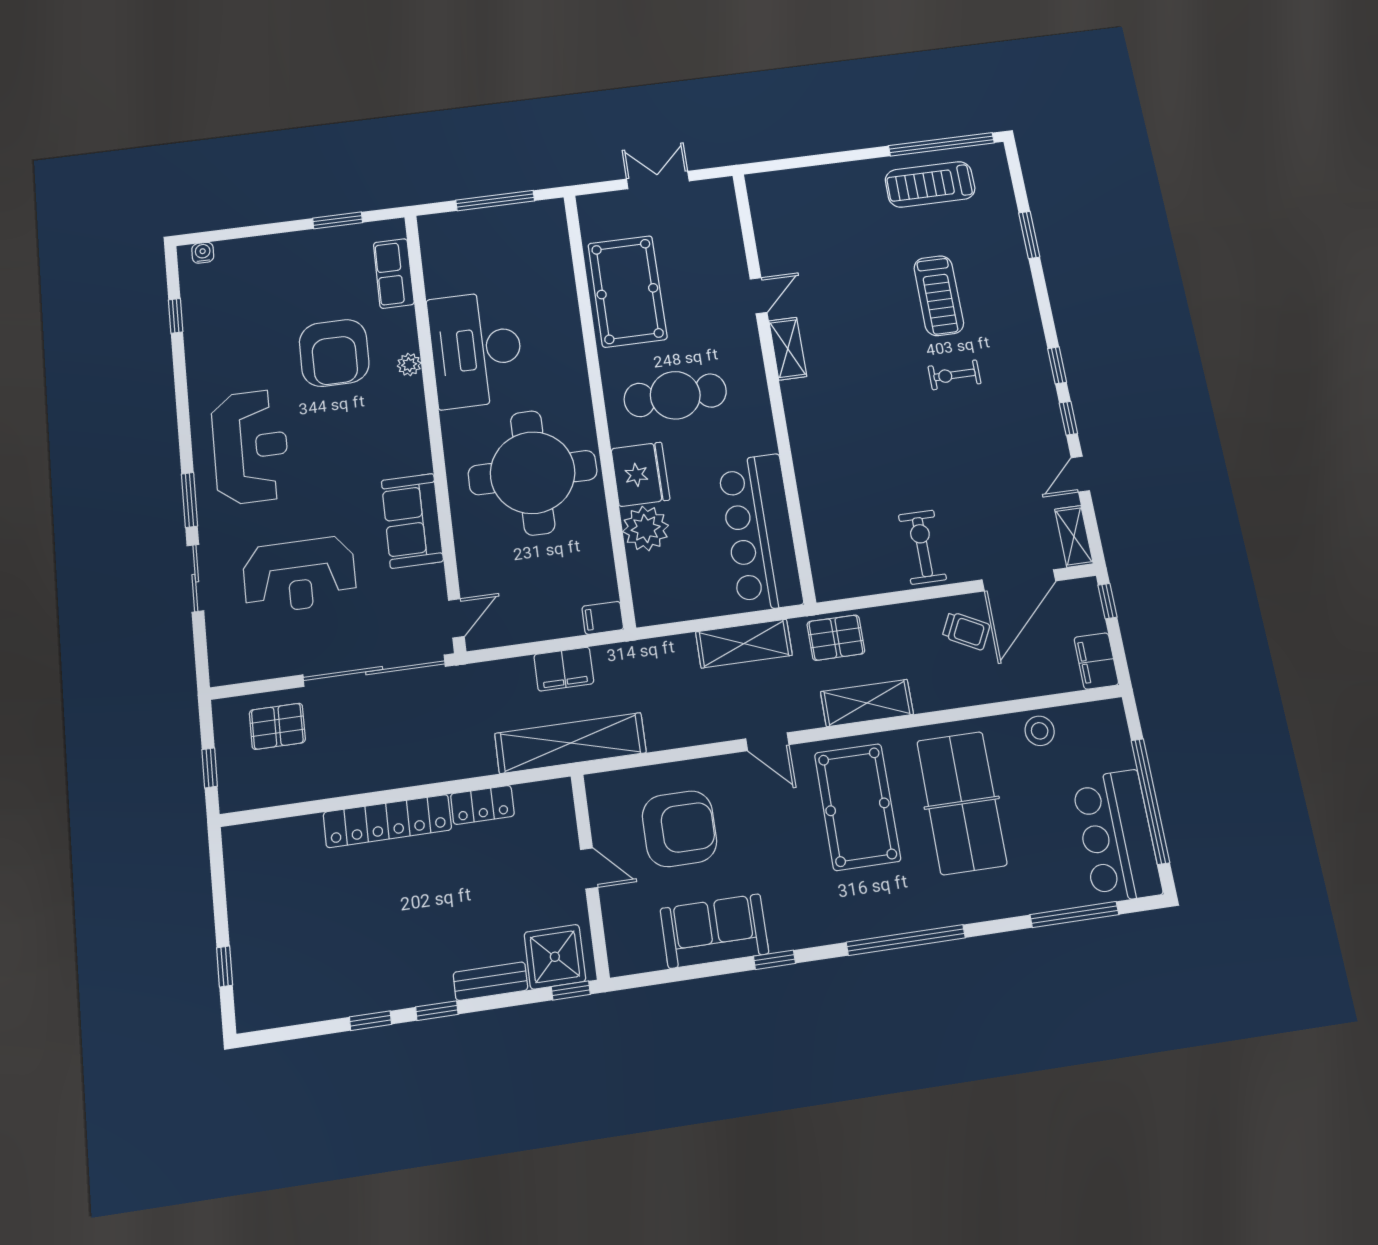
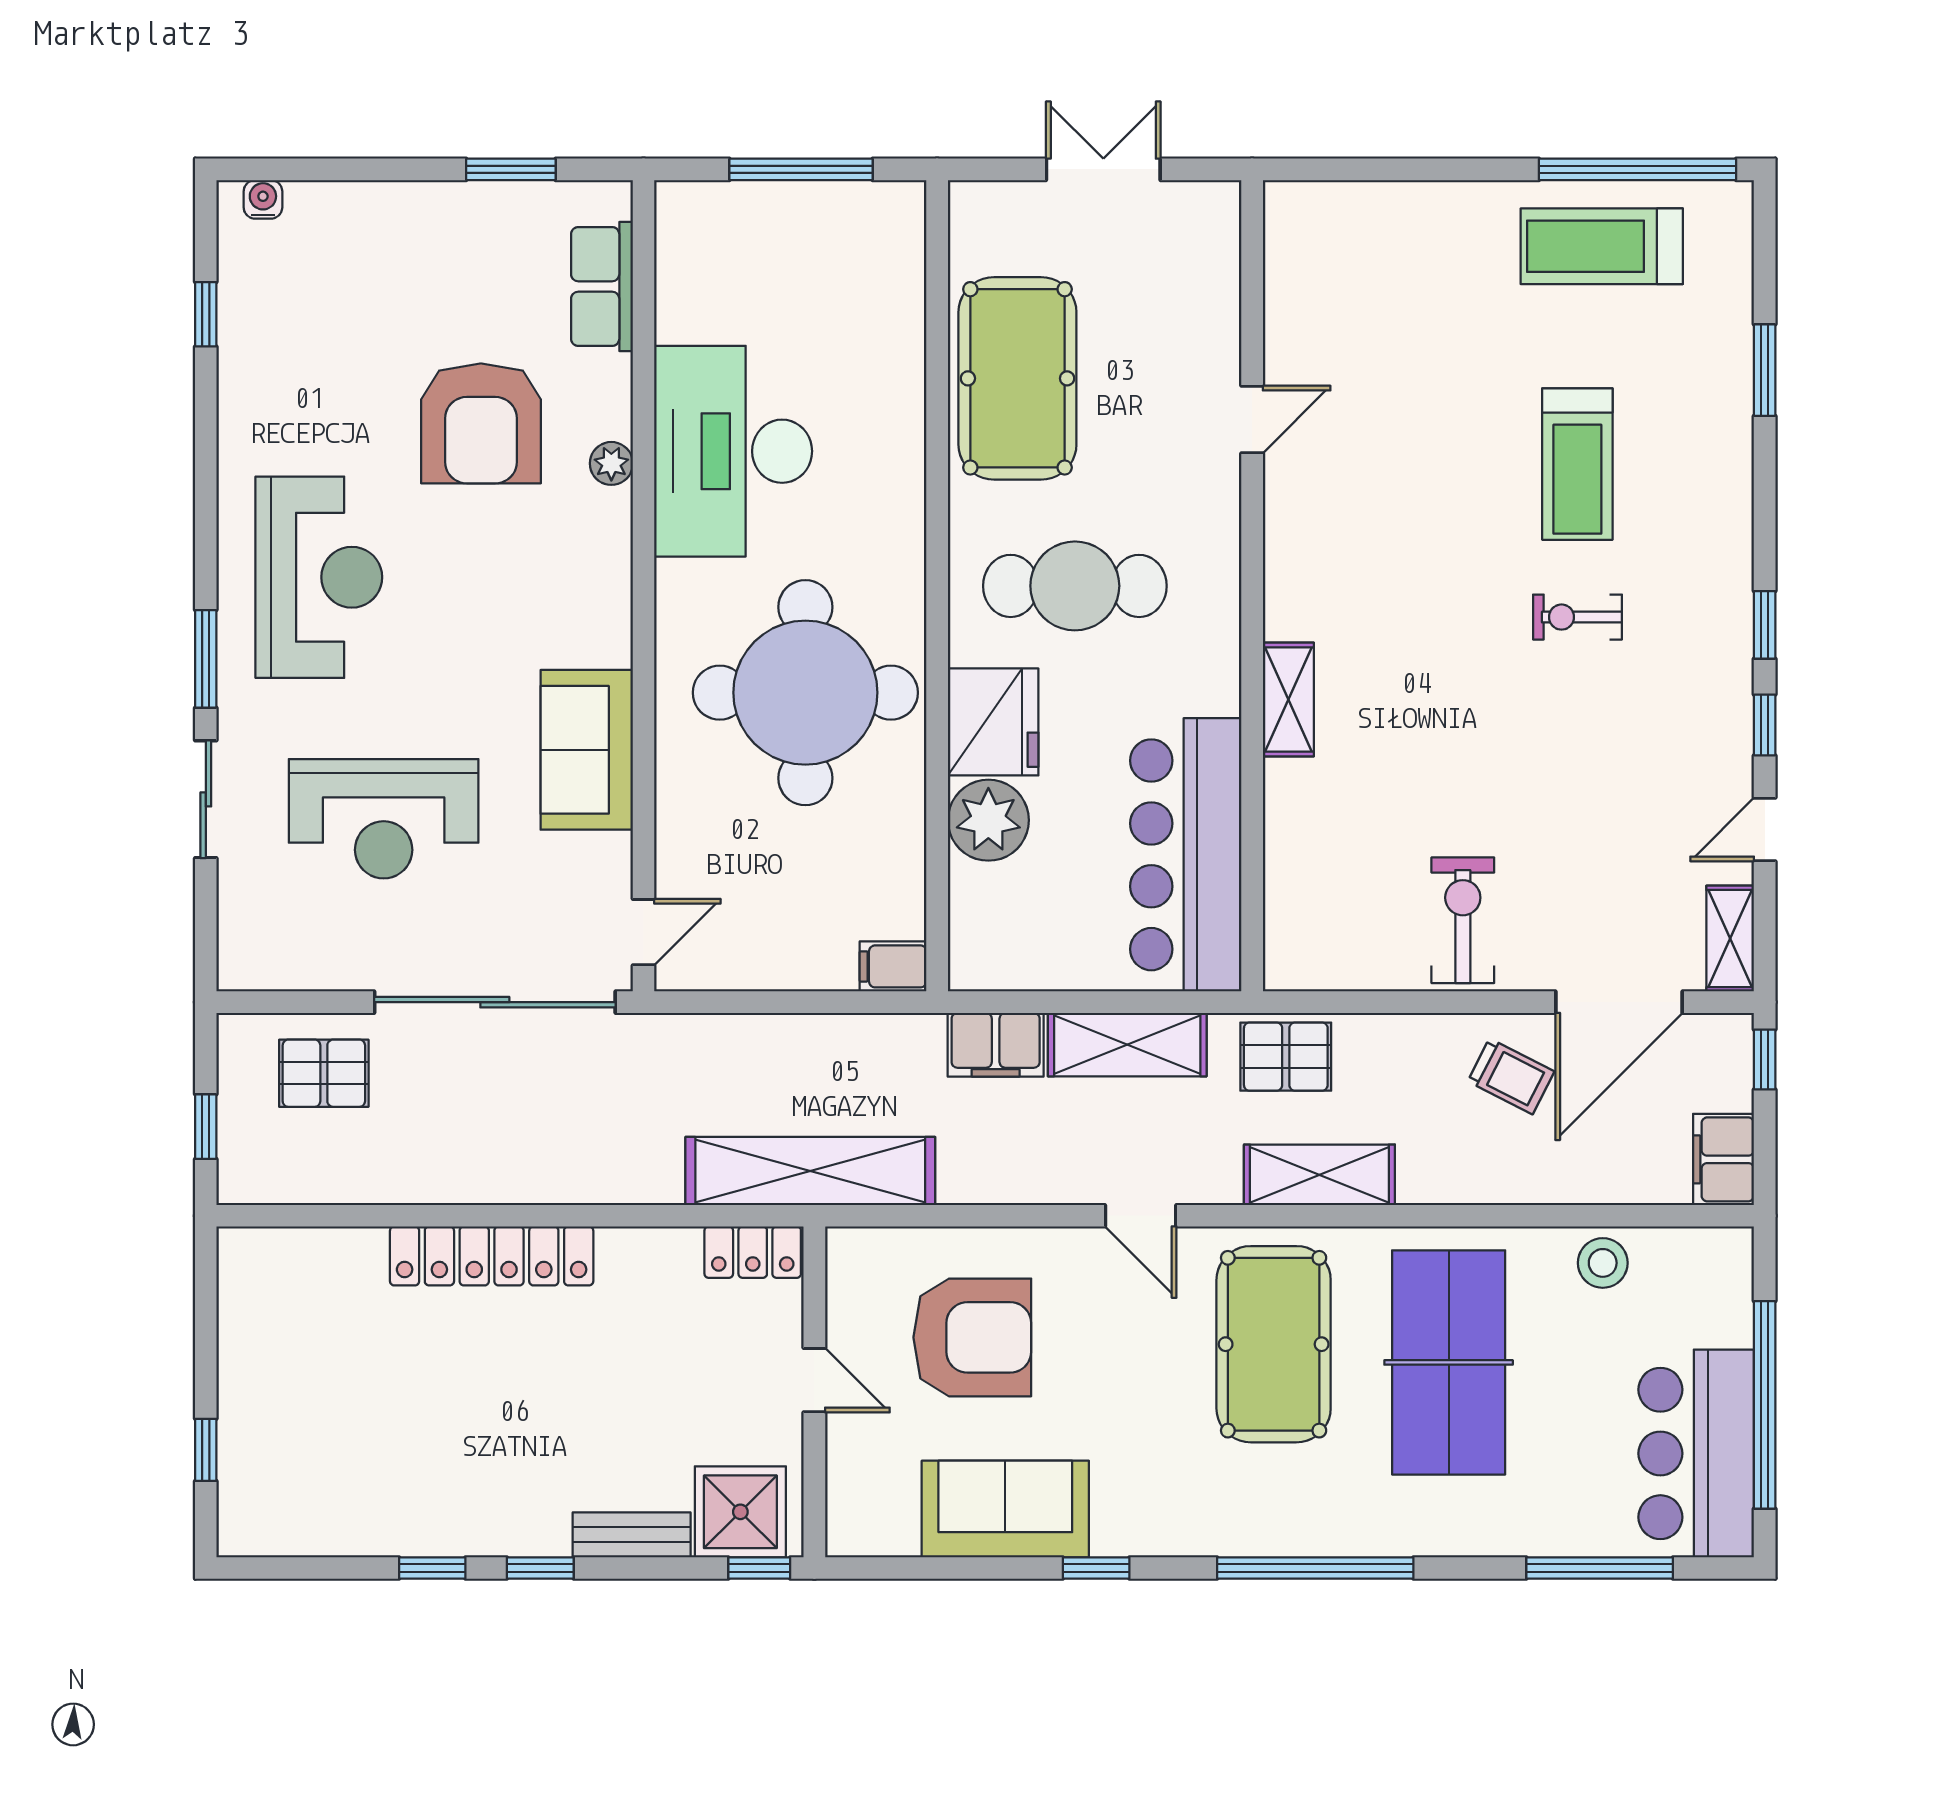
shelving: (788, 349) -> (1288, 699), moved
filing cabinet: (564, 669) -> (996, 1045), moved
locker: (482, 805) -> (753, 1252), moved

